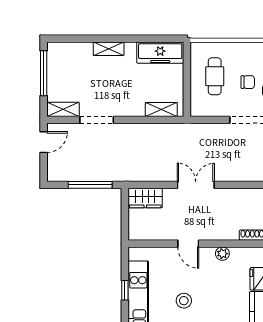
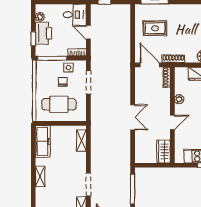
cafe table: (215, 76) -> (59, 104), width x1.37, depth x1.35
double door: (196, 185) -> (133, 117), swing flipped
wardrobe: (145, 198) -> (163, 152), moved, turned 180

